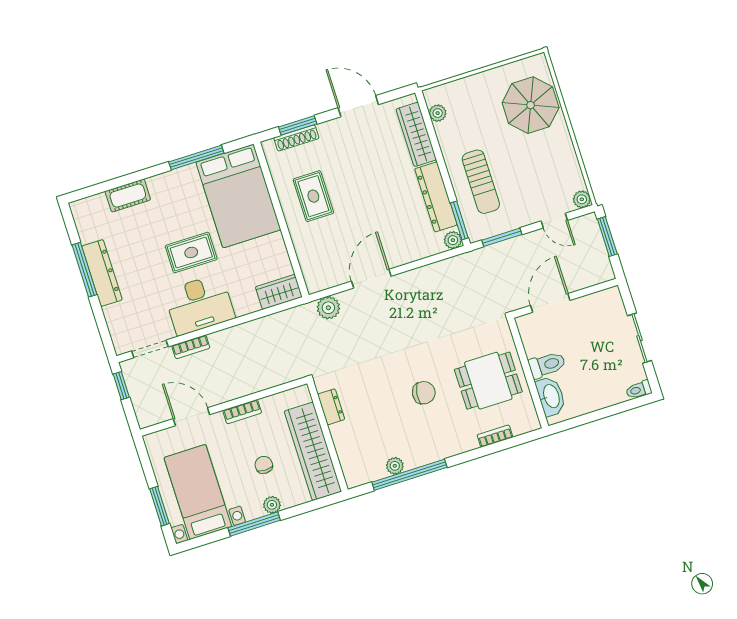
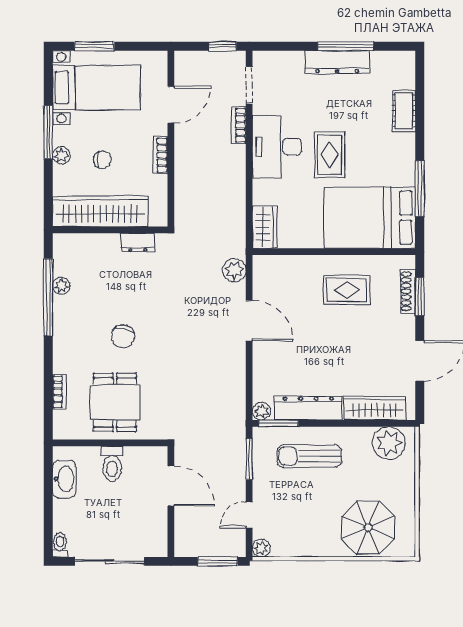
plant: (438, 113) -> (389, 443), width x1.88, depth x1.88
sliding door: (640, 338) -> (110, 561), width x1.37
washbasin: (551, 396) -> (64, 479), moved, turned -90

